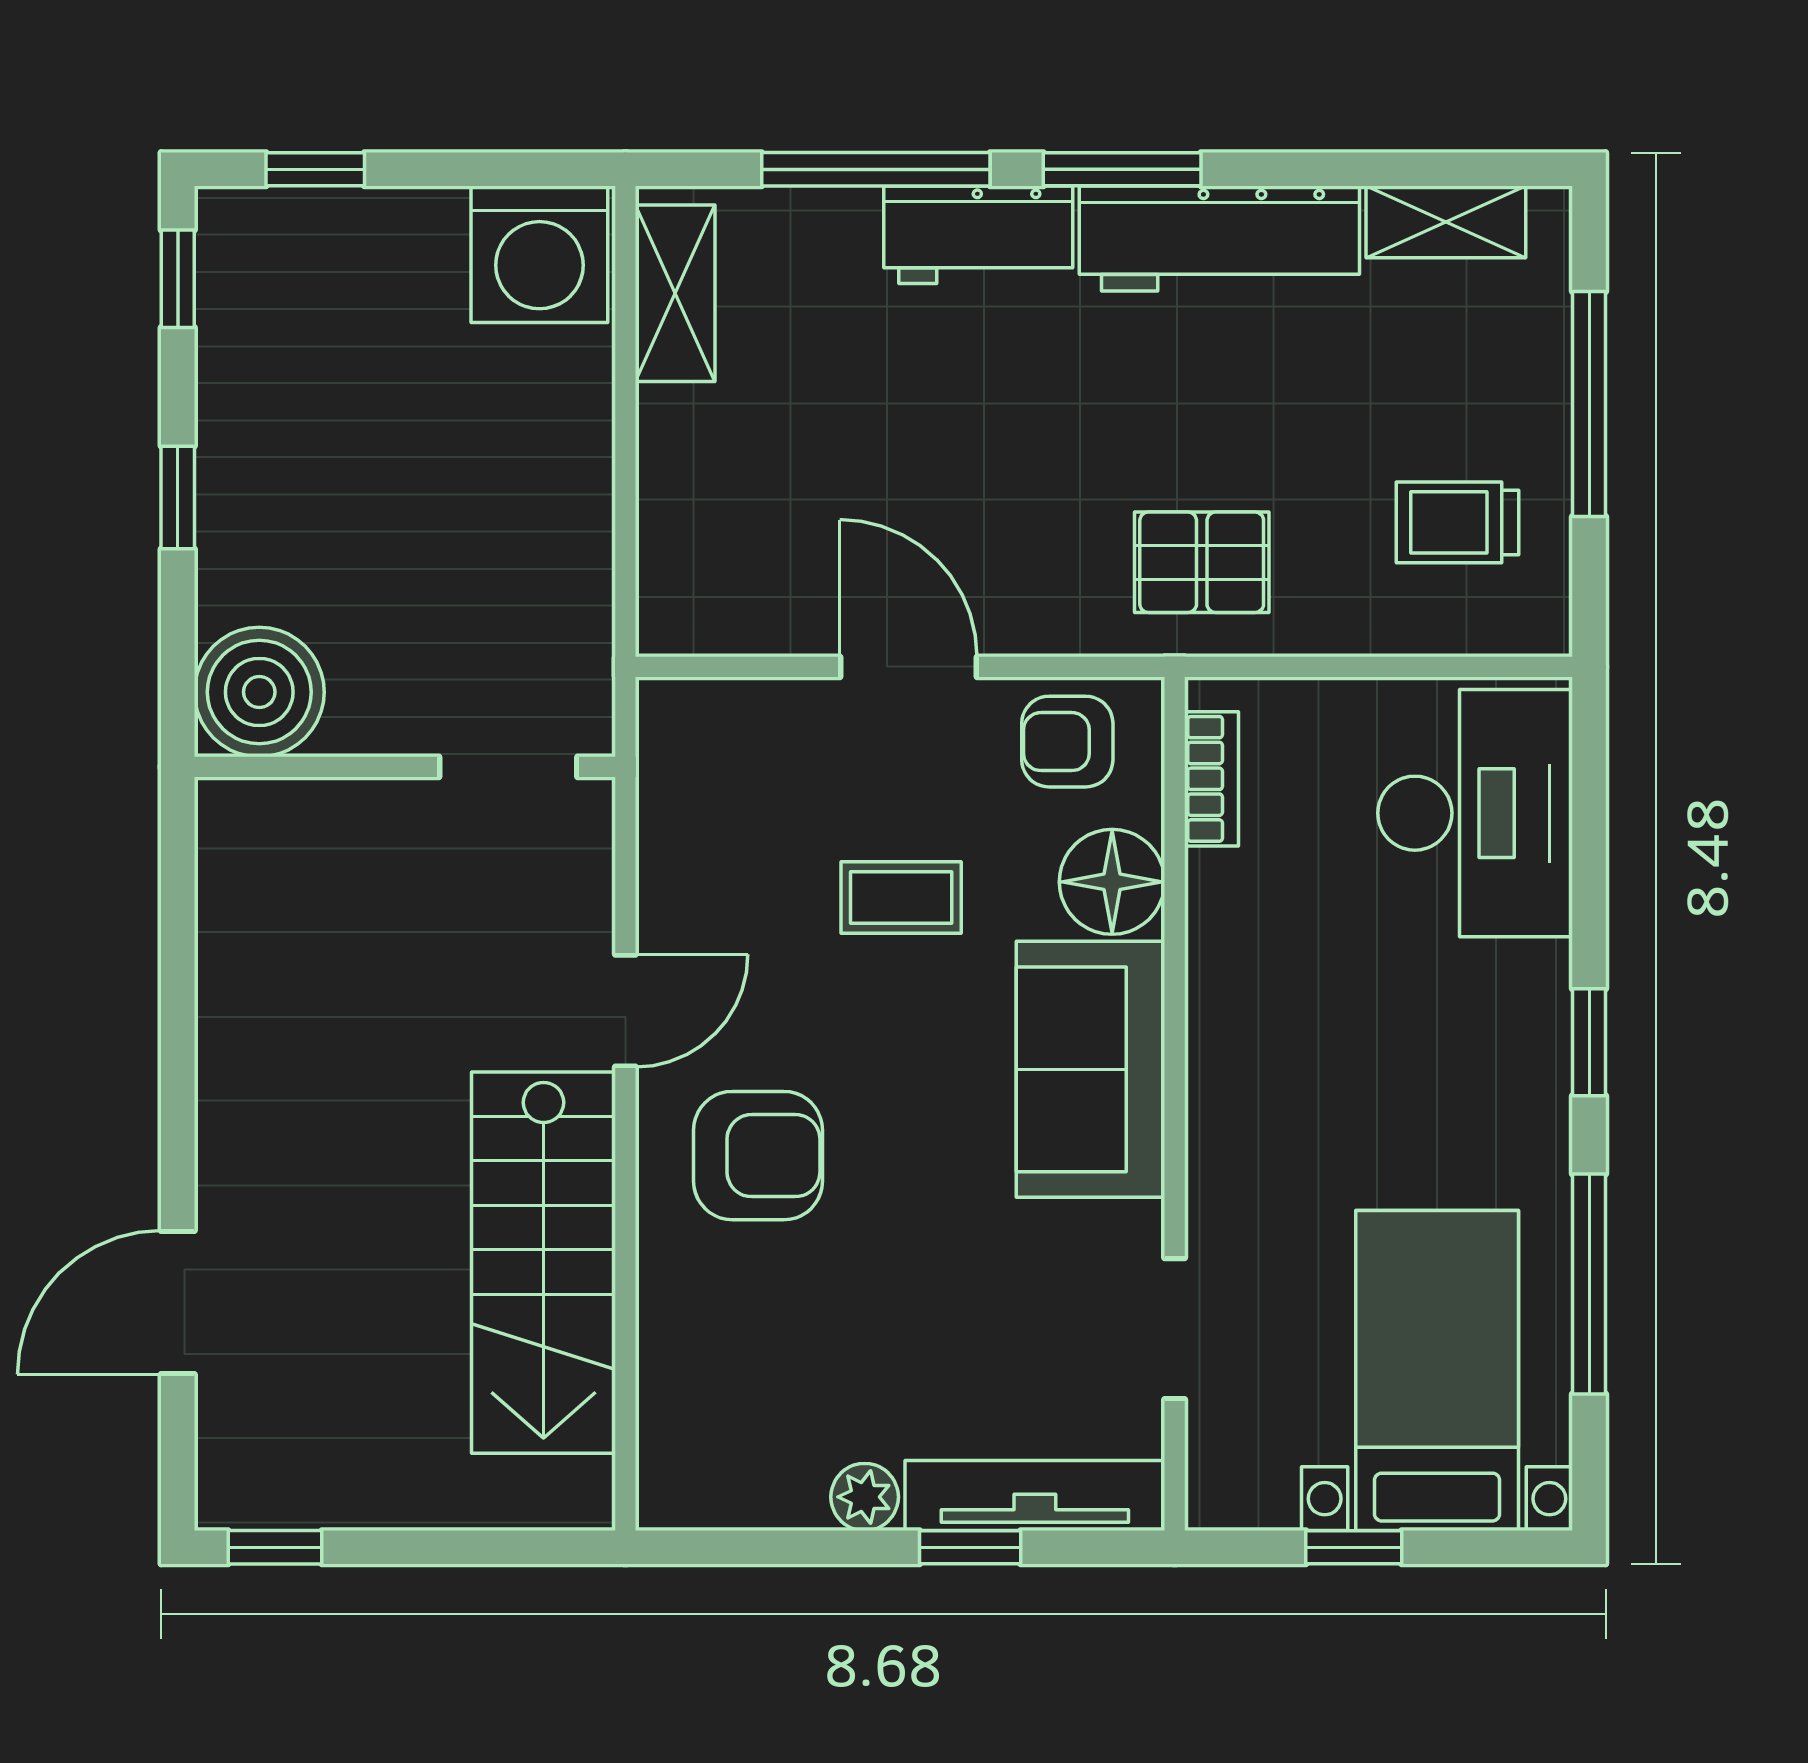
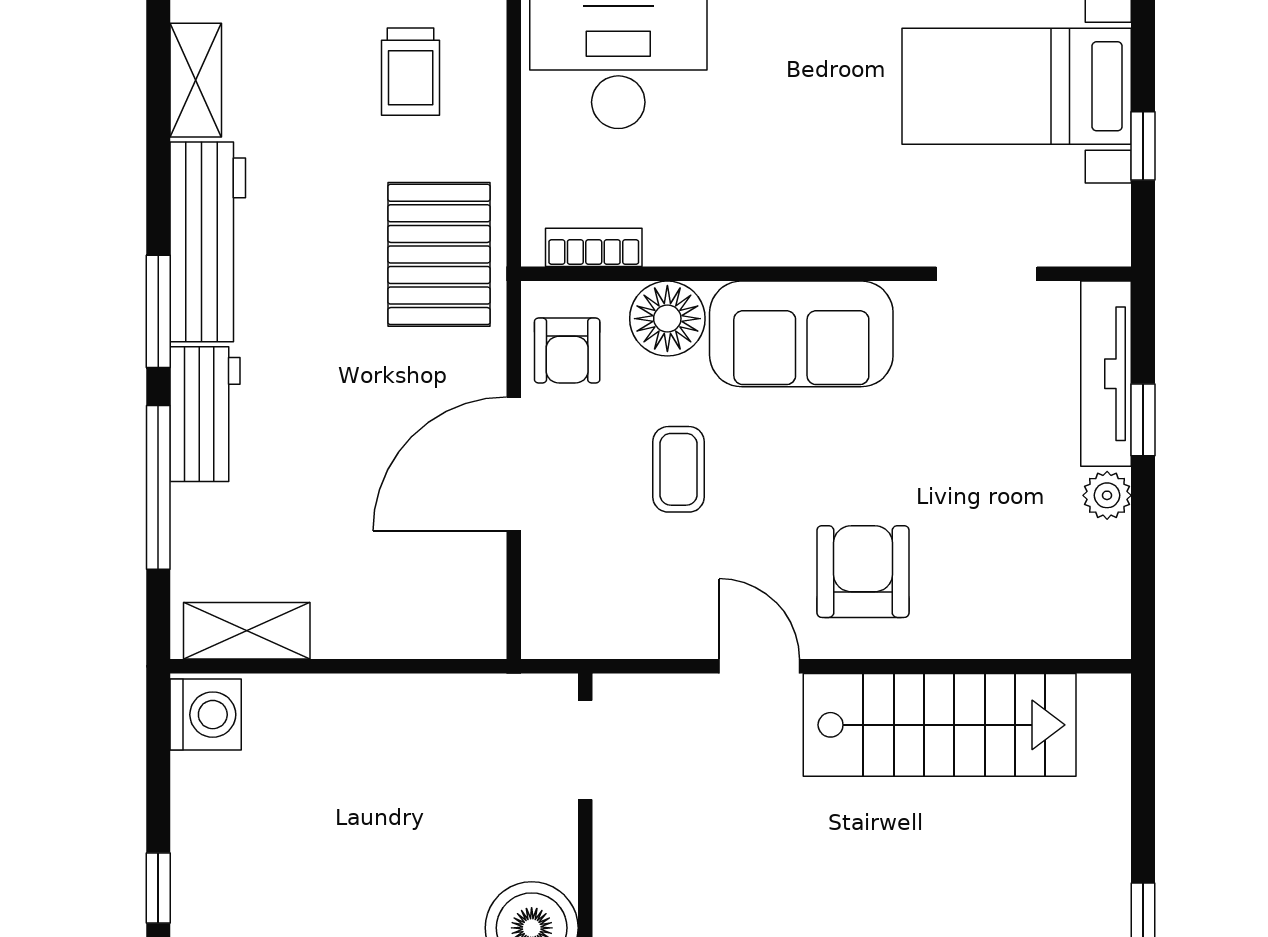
washing machine: (539, 254) -> (206, 715), width x0.73, depth x0.73
pallet: (1202, 562) -> (439, 254), width x1.50, depth x1.42
door: (908, 667) -> (514, 464), width x1.36

